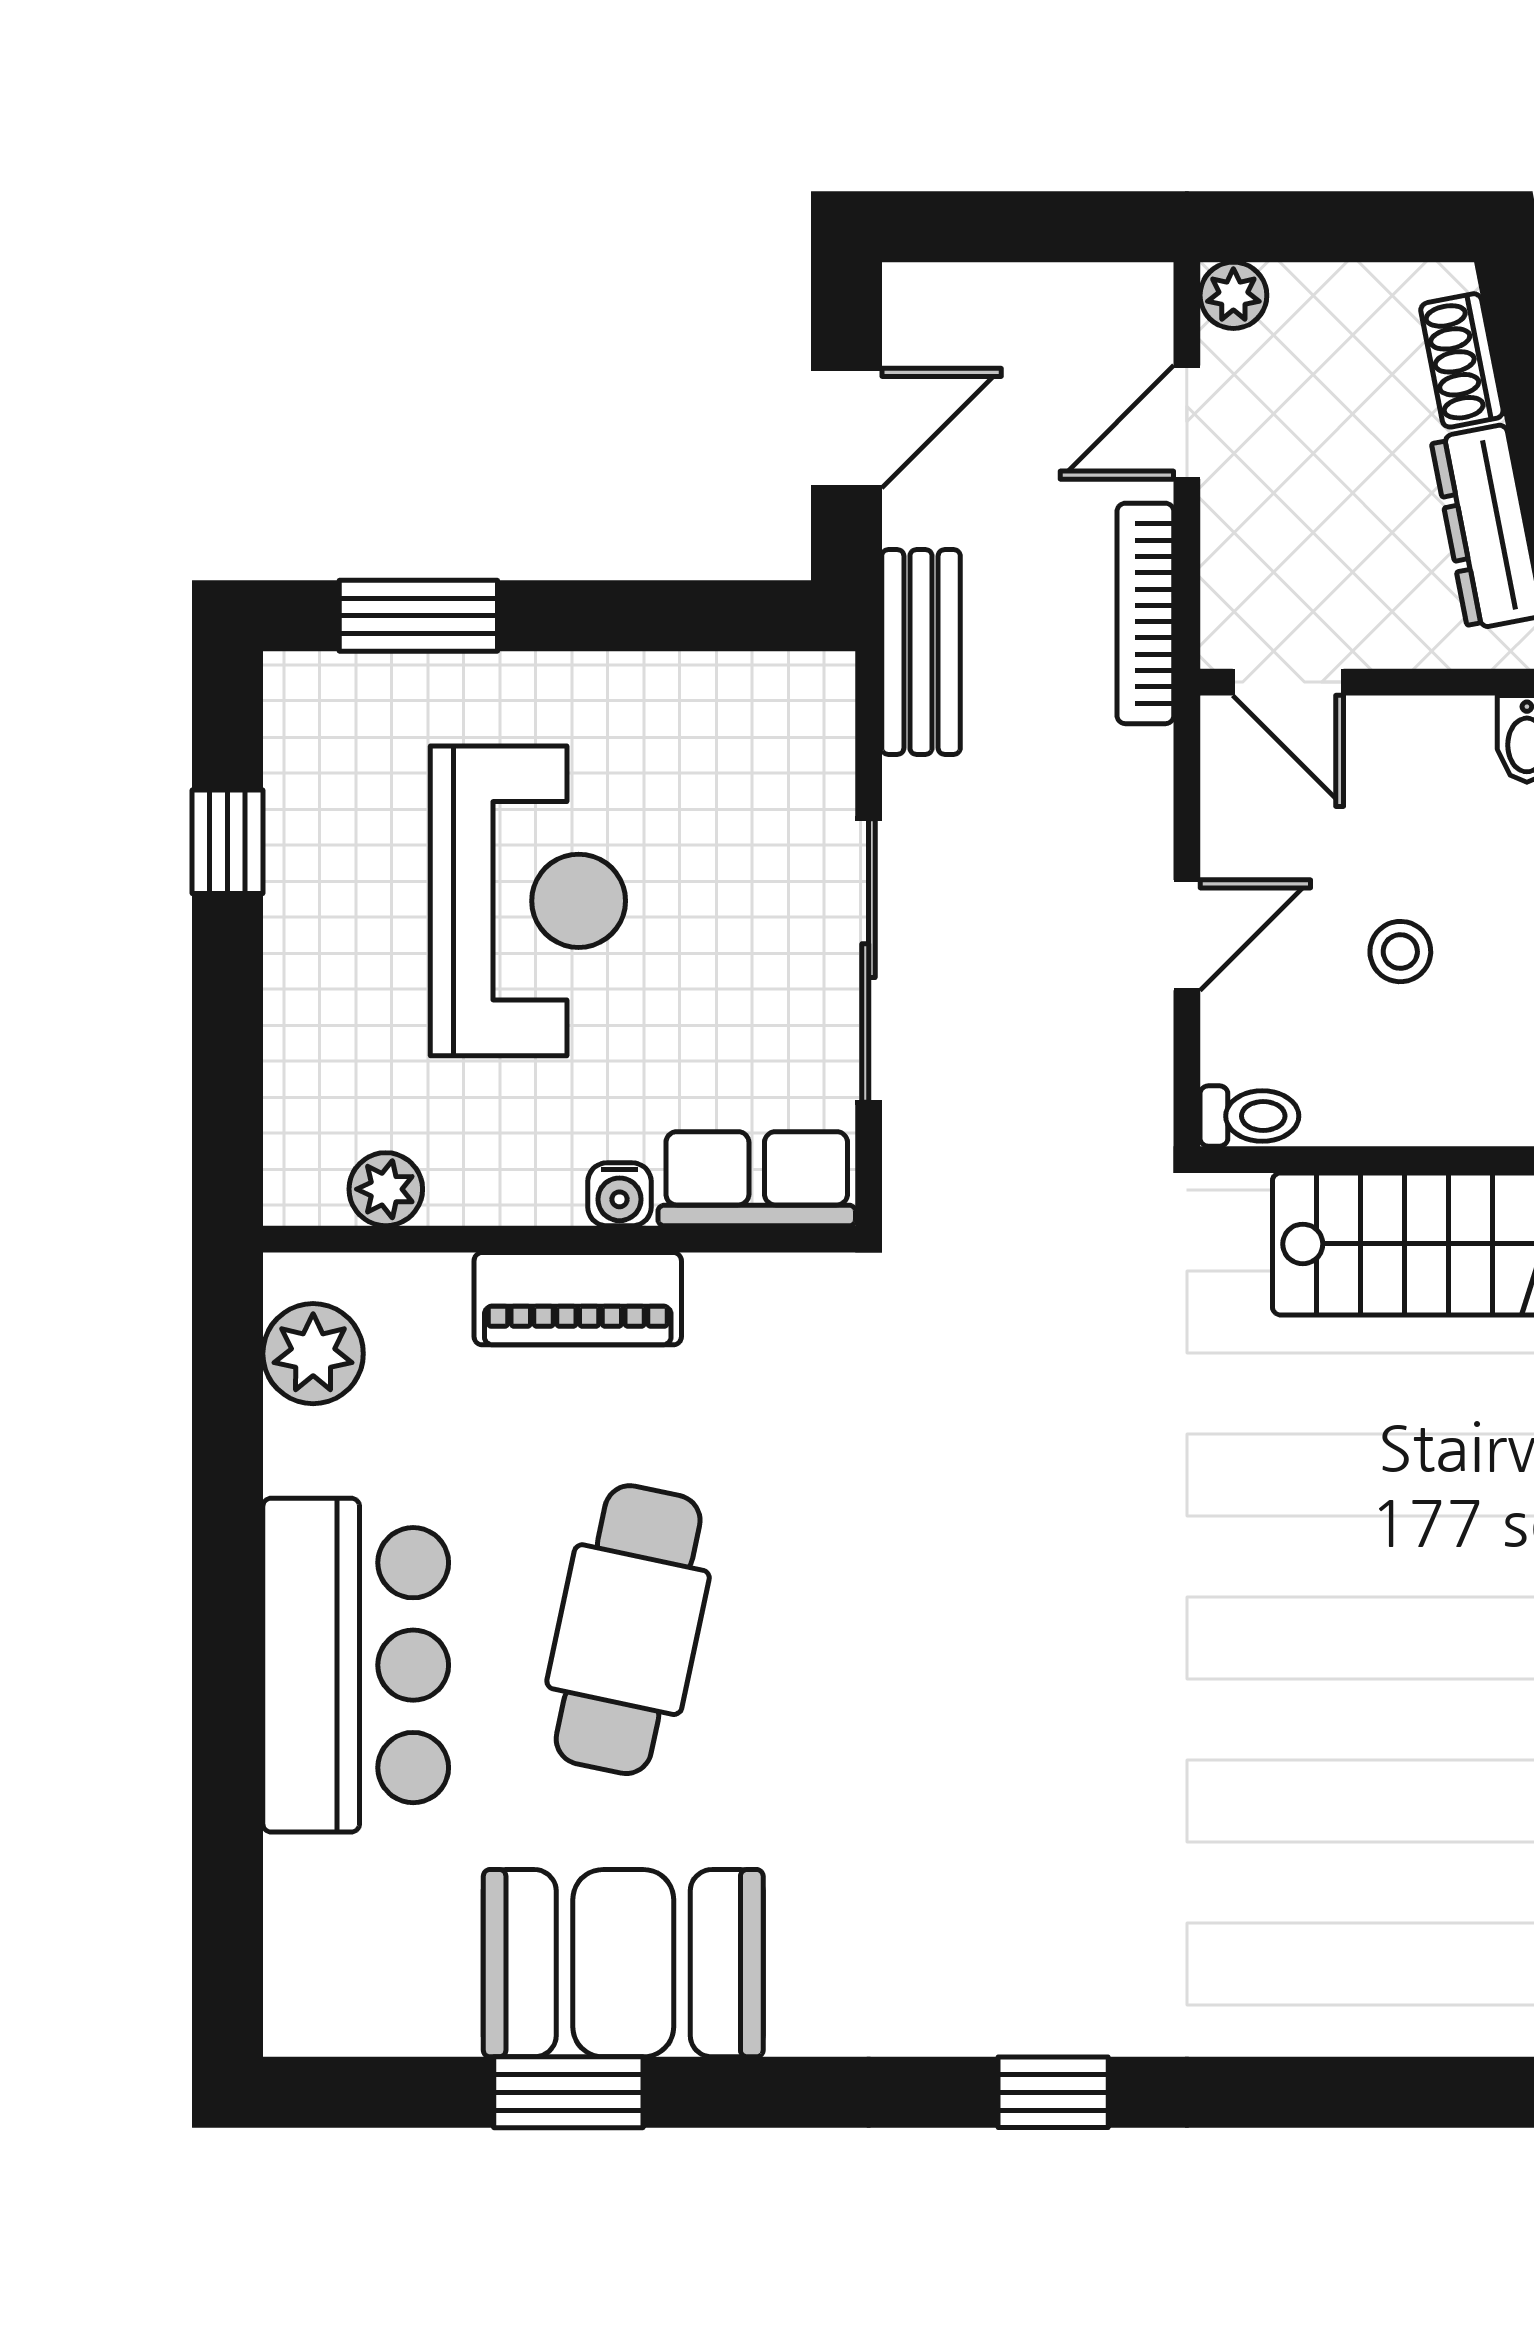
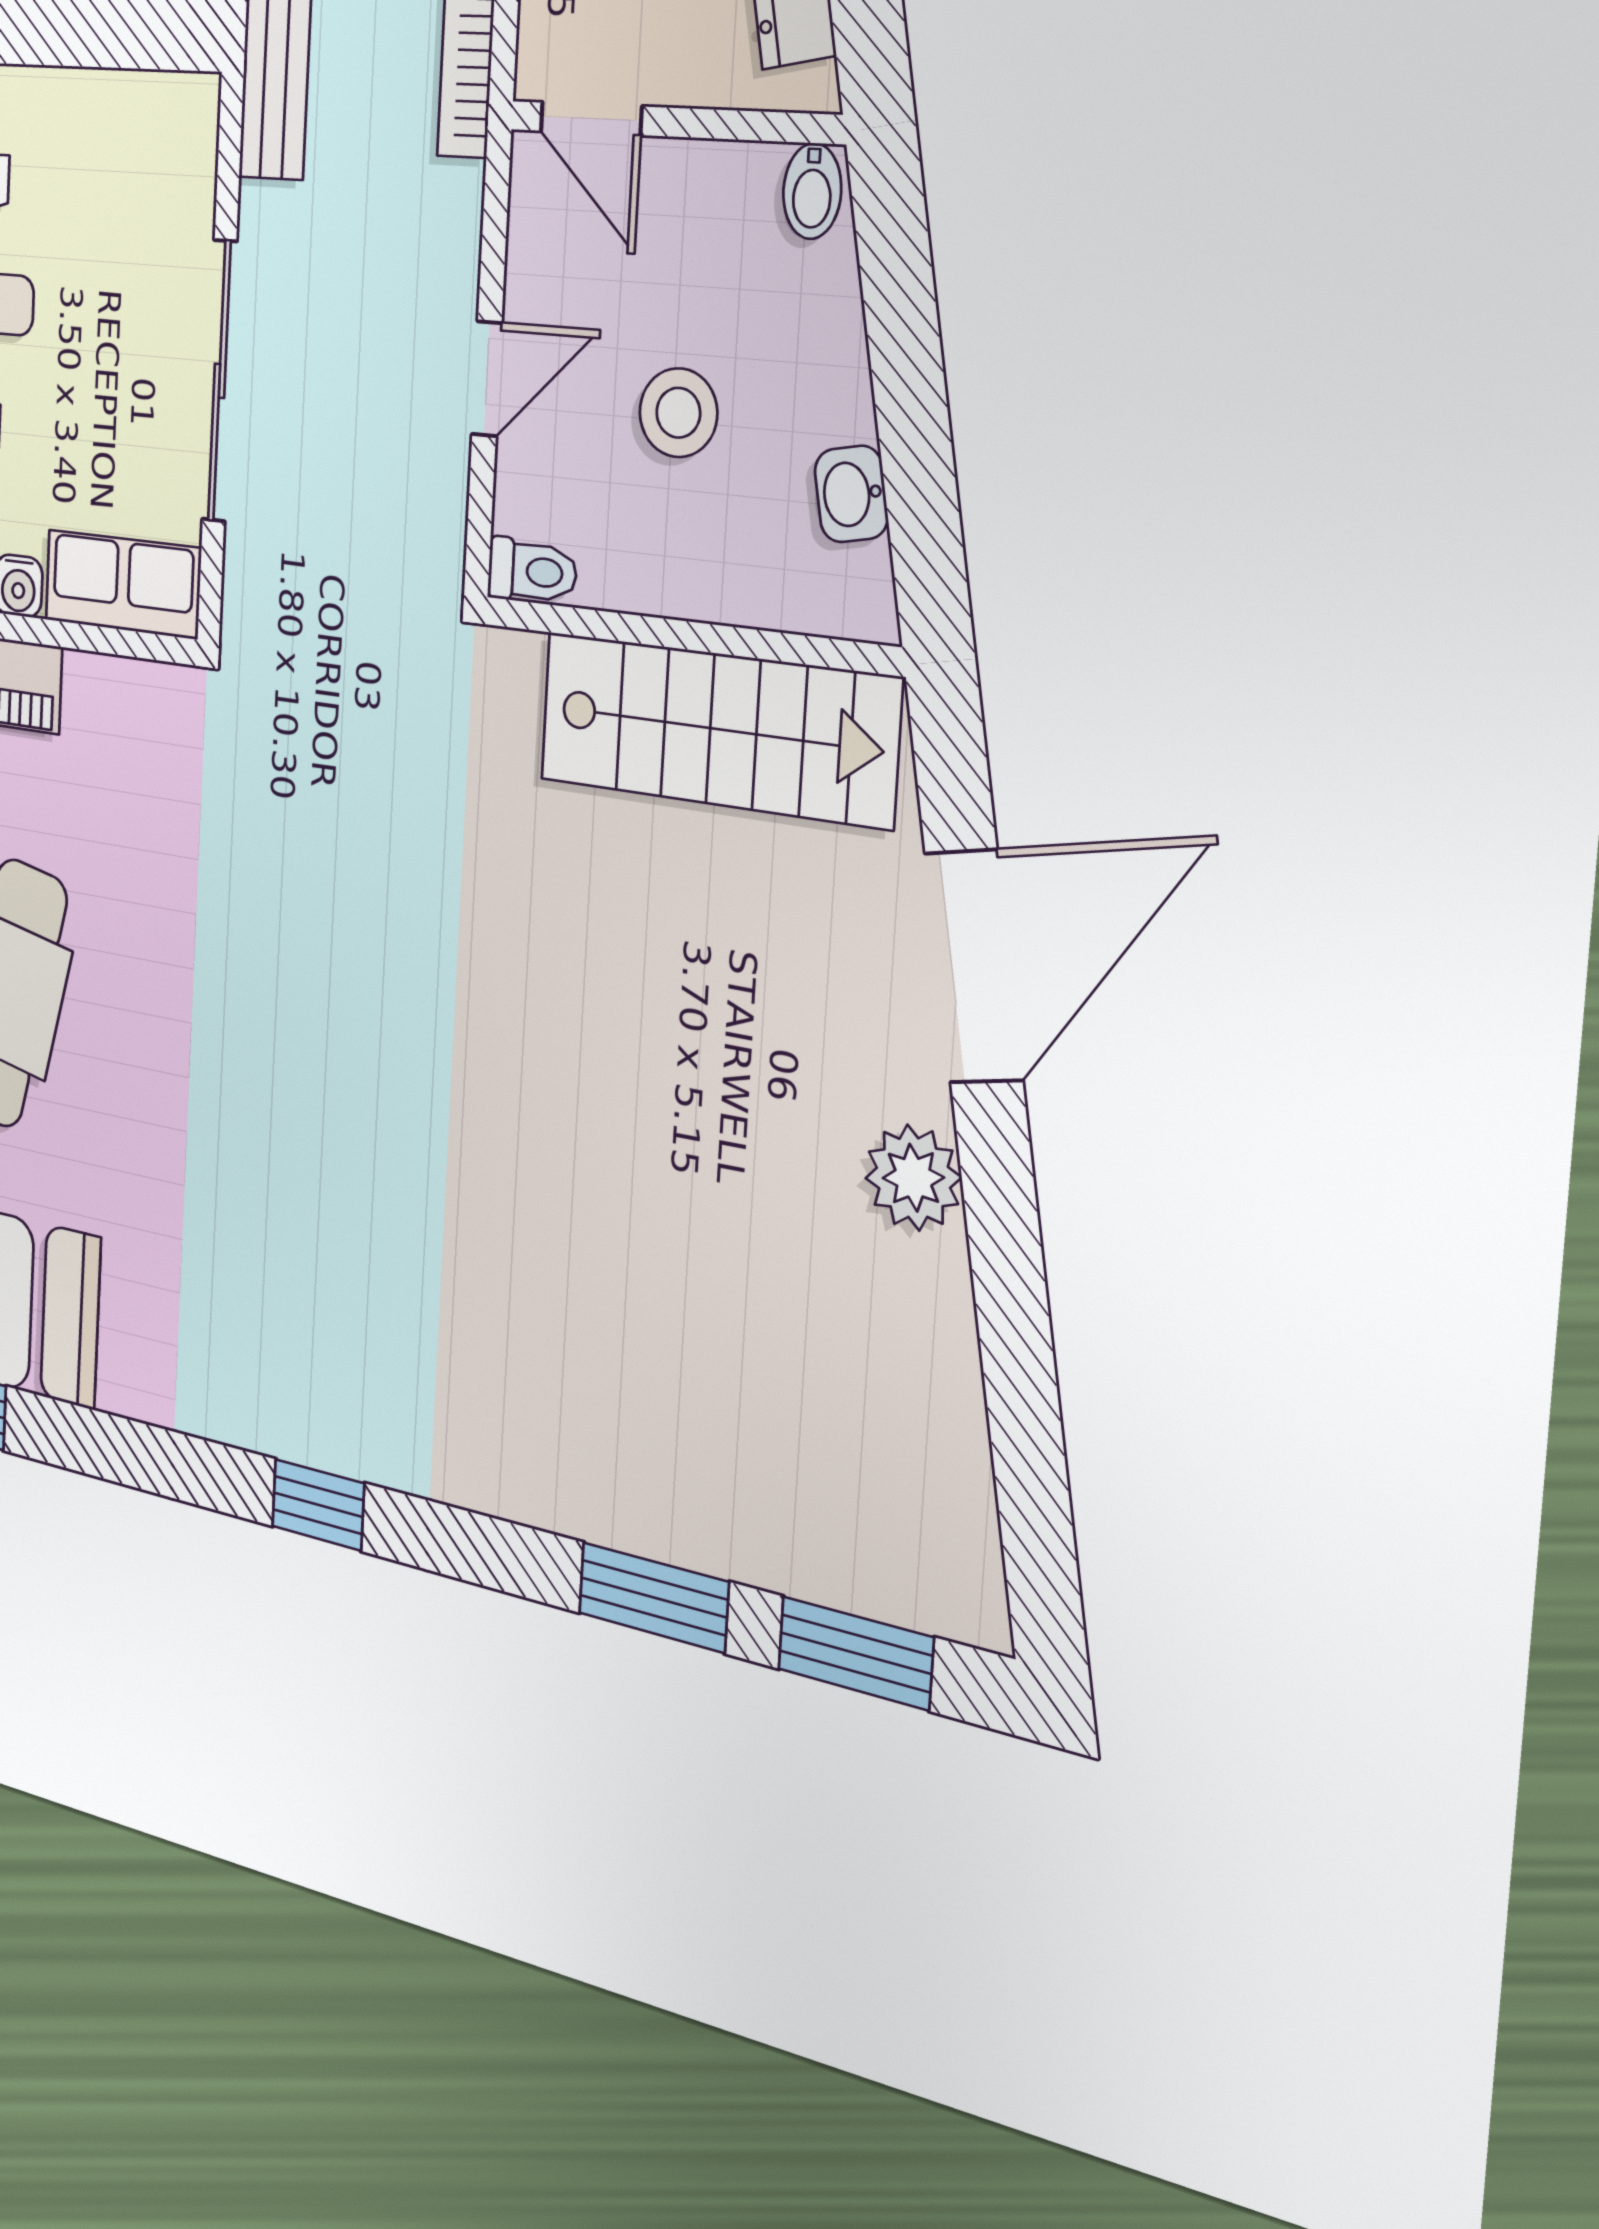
stool: (1400, 952) -> (678, 413), width x1.37, depth x1.37
window: (1447, 2092) -> (653, 1597), added

